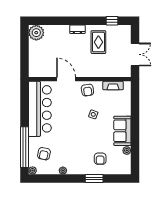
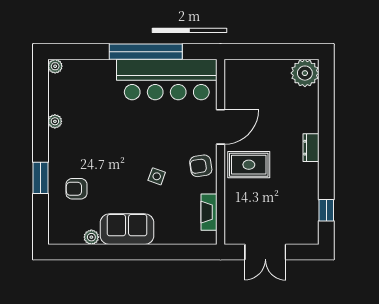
rug: (98, 42) -> (249, 165), moved
window: (24, 147) -> (146, 52), moved
armchair: (44, 154) -> (85, 87), removed

